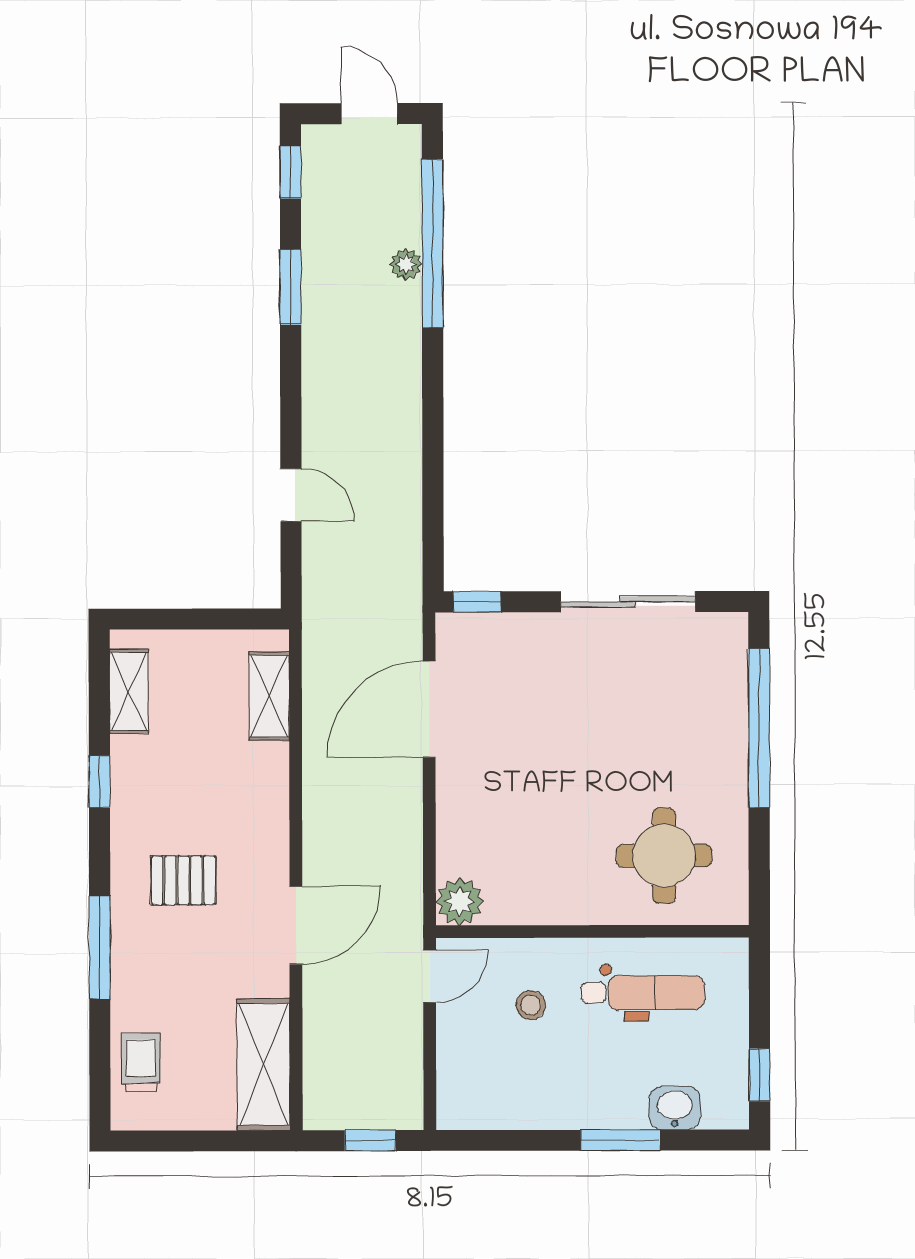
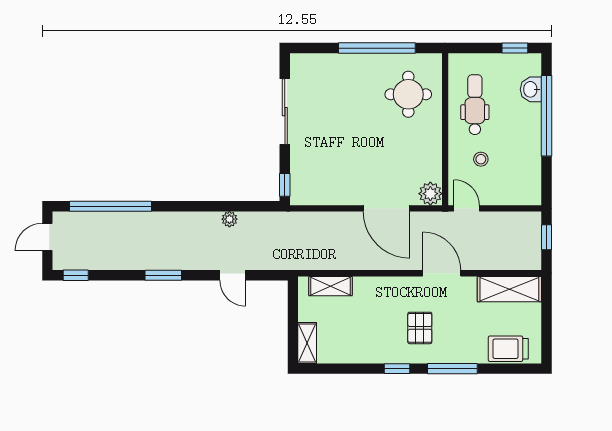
plant: (406, 264) -> (229, 219), moved
window: (291, 287) -> (163, 275), moved
door: (291, 495) -> (233, 275), swing flipped
shelving: (129, 691) -> (307, 343), moved, turned 90
door: (429, 709) -> (386, 208), moved
window: (759, 728) -> (377, 48), moved
window: (99, 782) -> (397, 369), moved
trolley: (141, 1062) -> (508, 349), width x1.36, depth x1.39
window: (620, 1140) -> (547, 116), width x2.11

